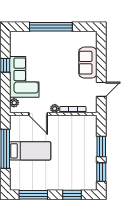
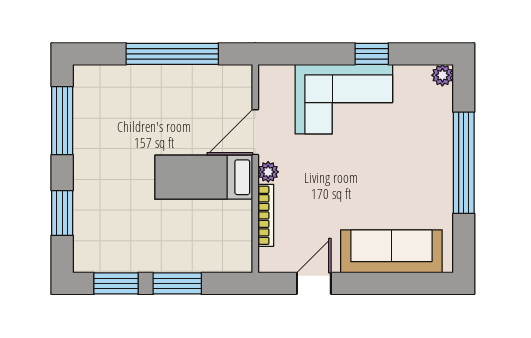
sofa: (88, 63) -> (391, 251), width x1.36
door: (101, 89) -> (314, 283), swing flipped
plant: (14, 103) -> (442, 75), moved
bed: (30, 151) -> (204, 177), moved, turned 90

